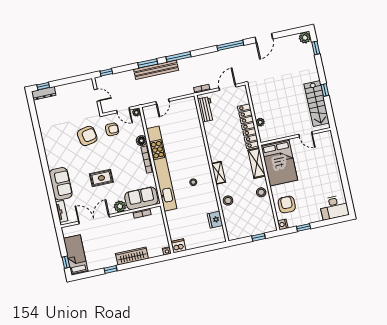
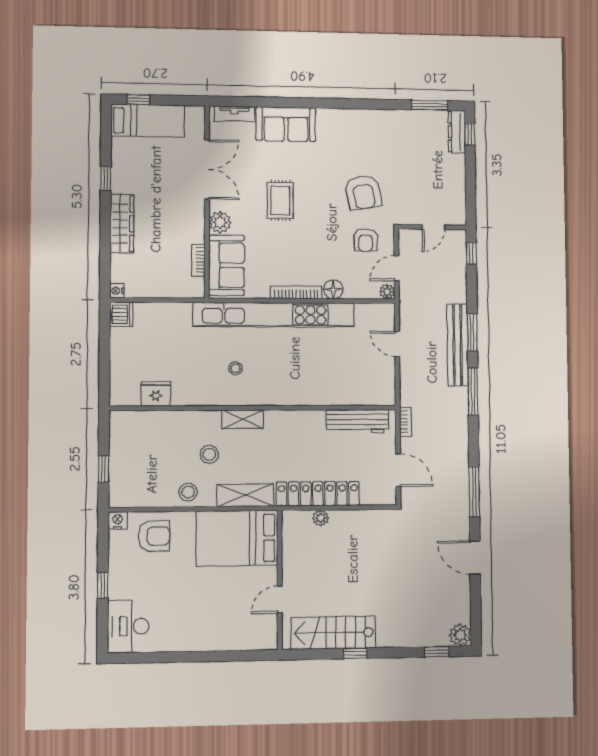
workbench: (206, 109) -> (358, 421), width x1.38
window: (33, 111) -> (430, 105), added
stool: (228, 201) -> (209, 454), moved
window: (304, 227) -> (103, 585), moved

